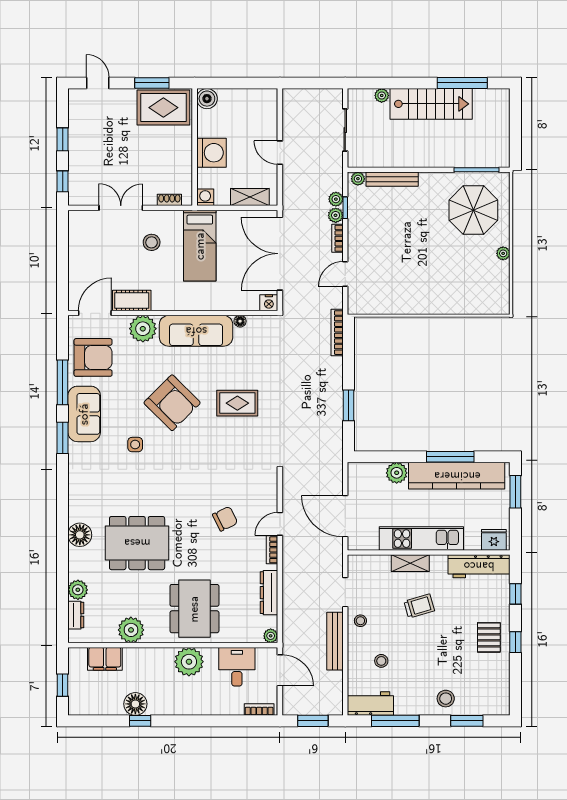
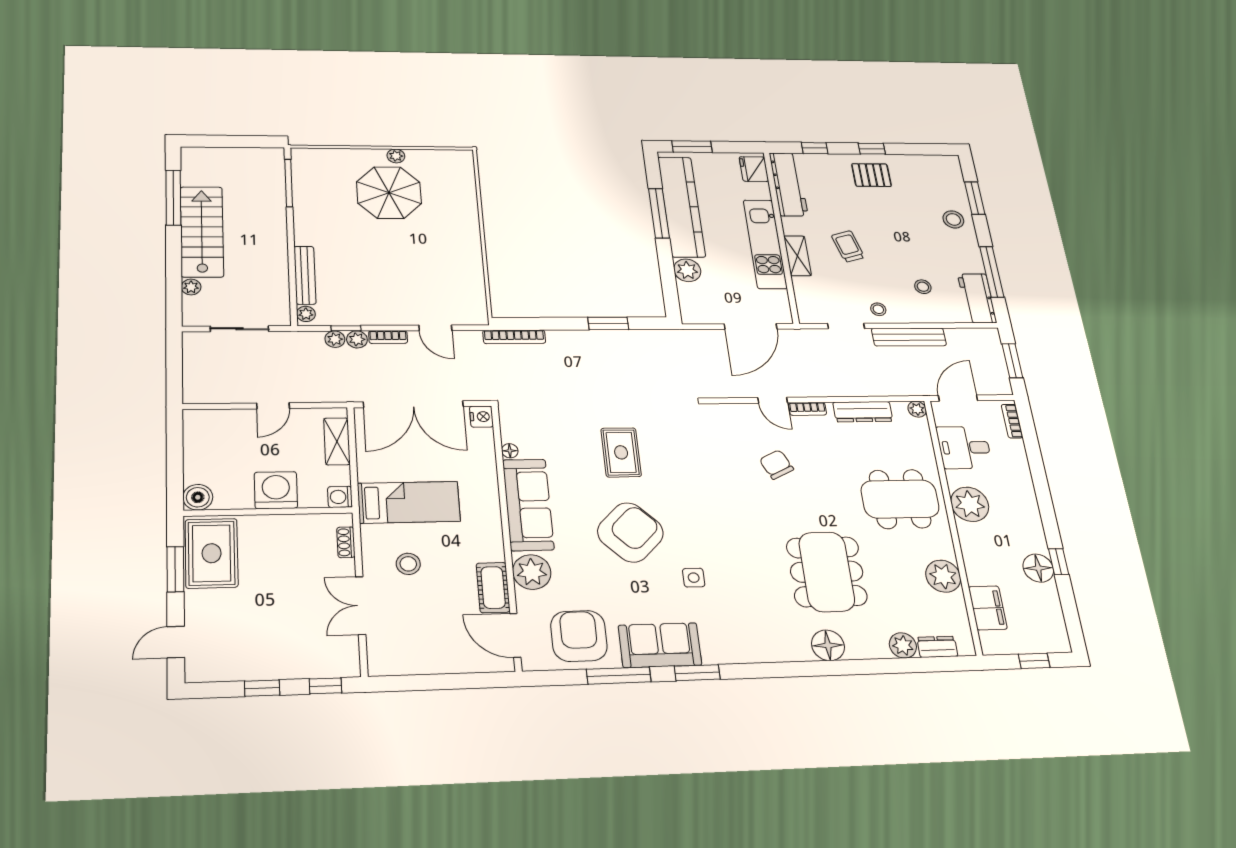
parasol: (473, 210) -> (389, 193), moved

